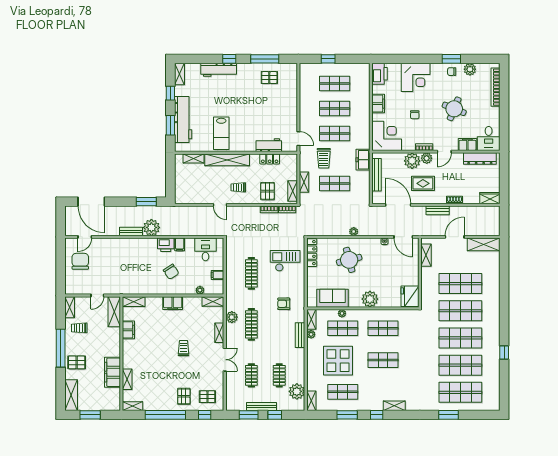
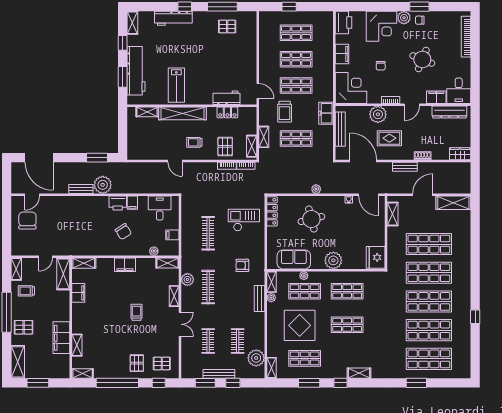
plant: (470, 69) -> (404, 18), moved
plant: (427, 158) -> (393, 112), removed

